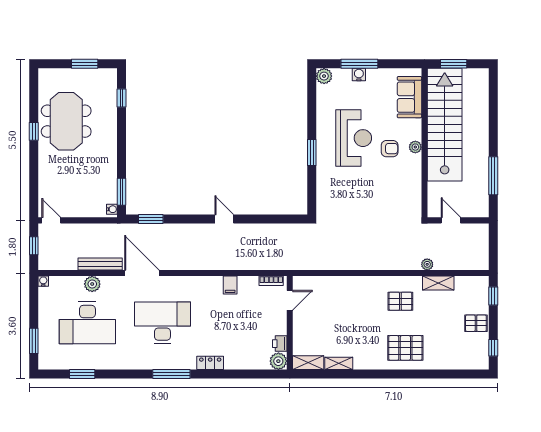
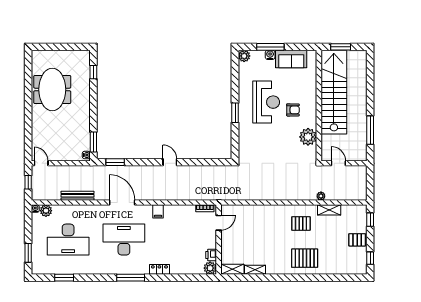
window: (85, 64) -> (66, 47), removed
sofa: (409, 97) -> (291, 59), moved, turned -90
window: (34, 131) -> (28, 97), removed
plant: (415, 147) -> (308, 137), moved, width x1.88, depth x1.88
door: (142, 273) -> (122, 203), moved
plant: (92, 284) -> (46, 211), moved
filing cabinet: (230, 285) -> (158, 211), moved

